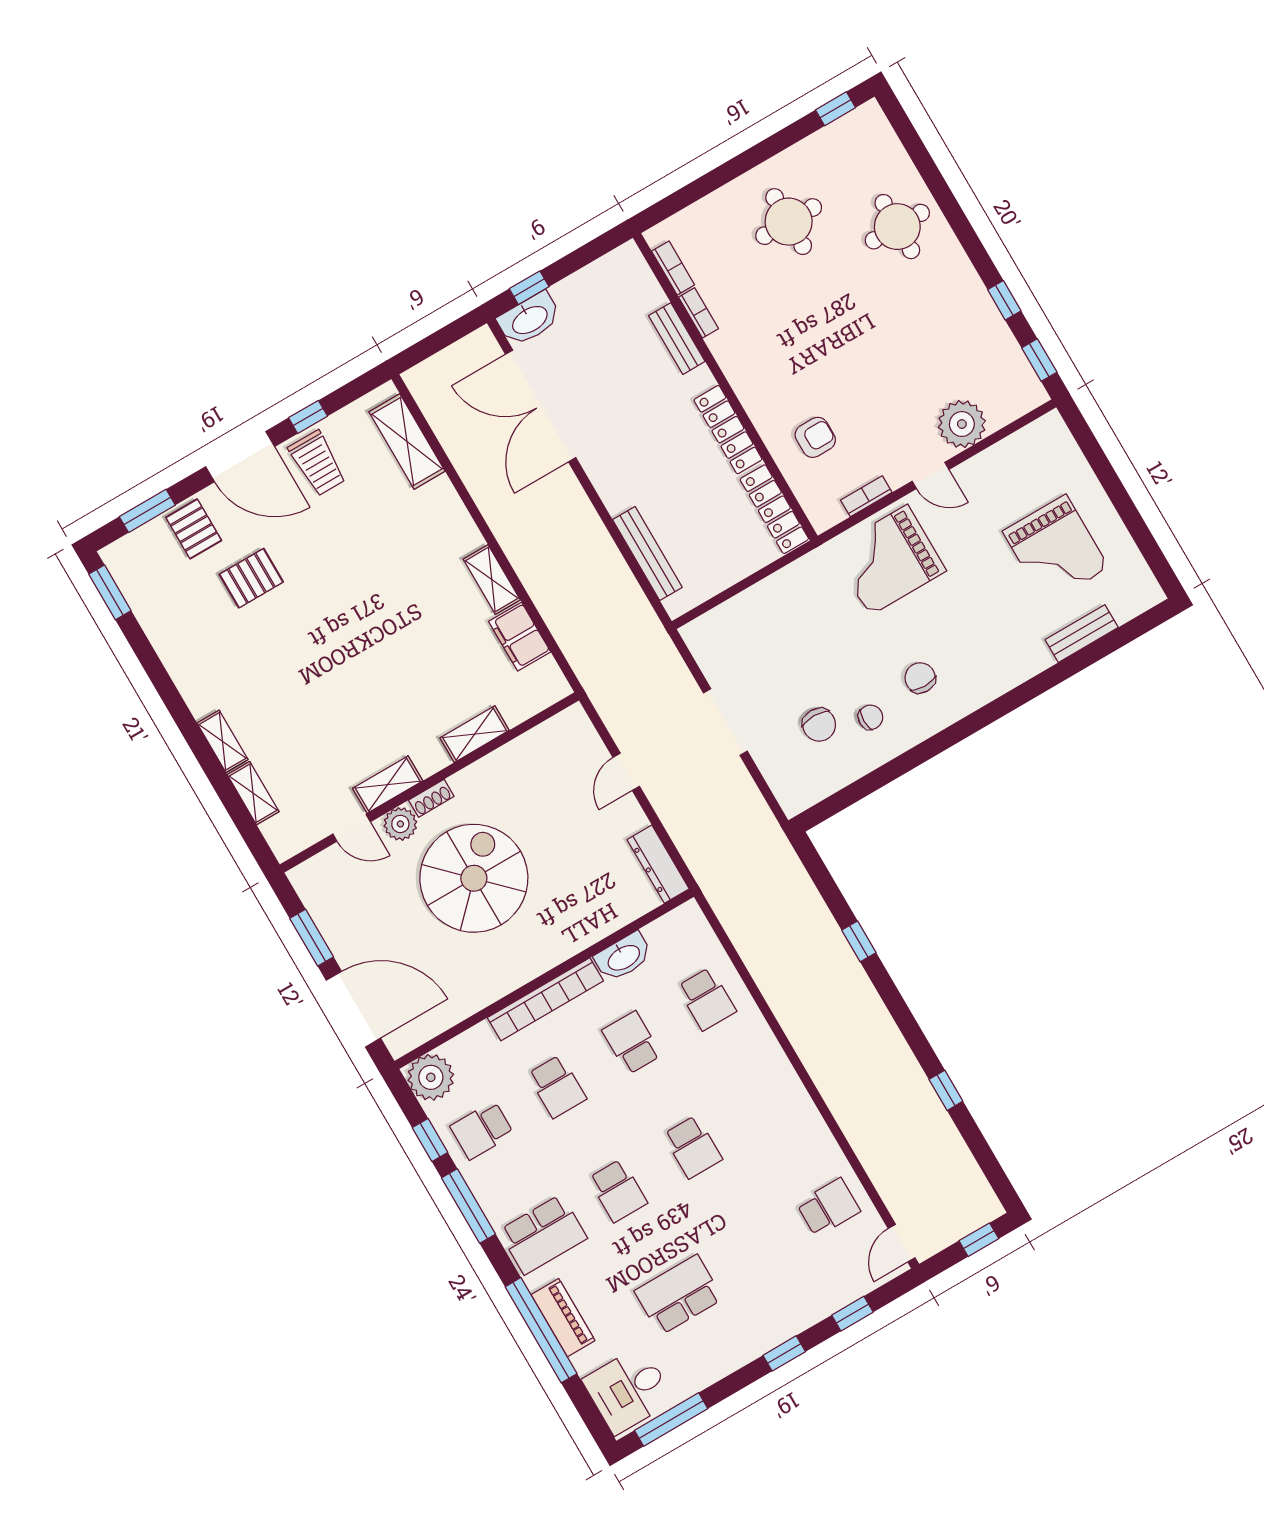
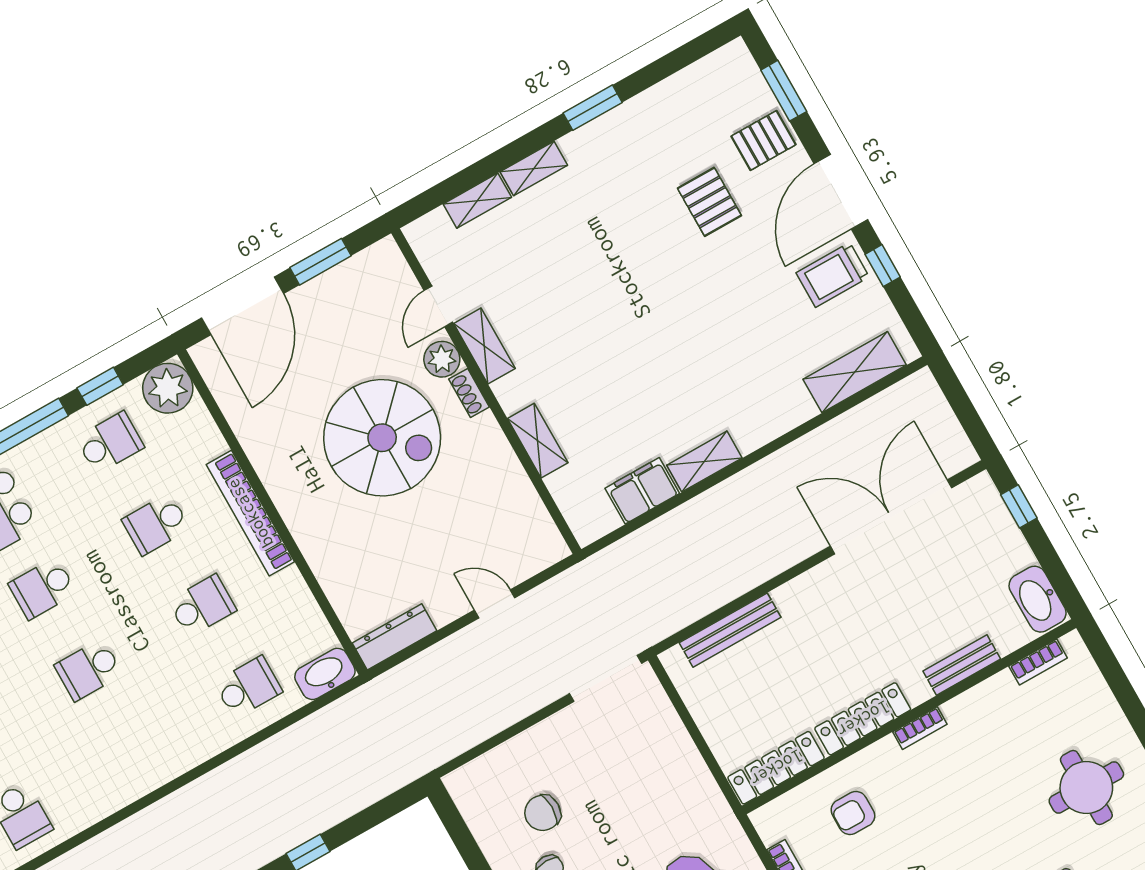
bookcase: (699, 313) -> (920, 728), moved
washbasin: (529, 319) -> (1038, 599), moved
armchair: (815, 437) -> (853, 813), turned 90
window: (110, 592) -> (593, 108), moved
doorway: (725, 722) -> (606, 678), moved
washbasin: (623, 957) -> (325, 674), moved, turned 90
school desk: (707, 999) -> (248, 687), turned 180
school desk: (482, 1130) -> (110, 443), turned 90

